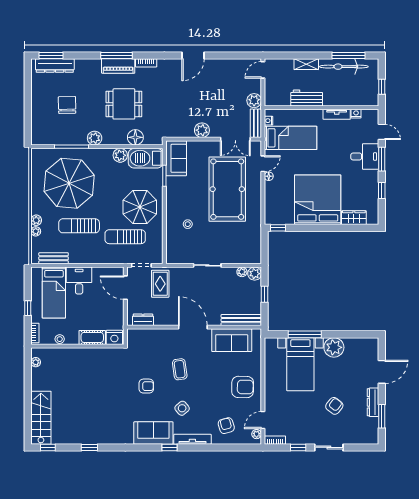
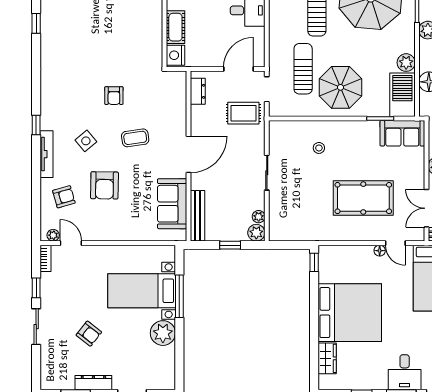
pool table: (227, 189) -> (363, 198), width x0.73, depth x0.76
armchair: (243, 387) -> (104, 185), moved
sofa: (153, 433) -> (54, 105), removed

